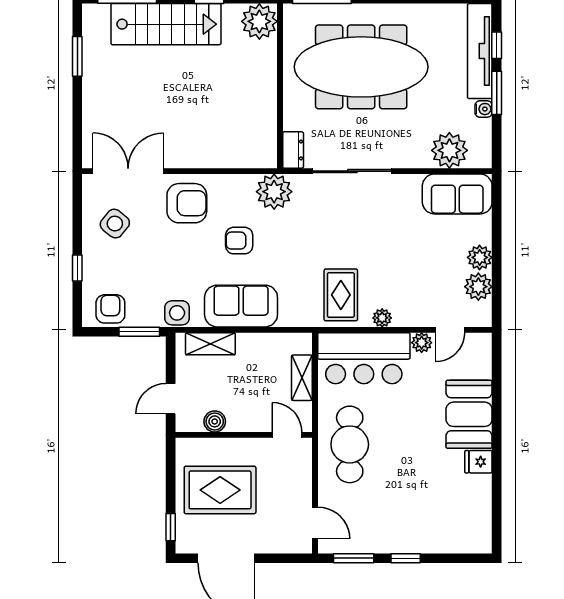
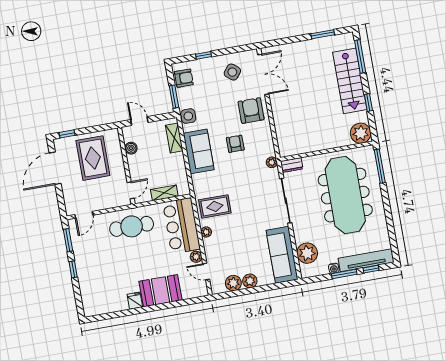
plant: (274, 192) -> (272, 162), width x0.53, depth x0.53
sofa: (457, 194) -> (282, 255), width x1.36
armchair: (187, 203) -> (251, 111), turned 180

